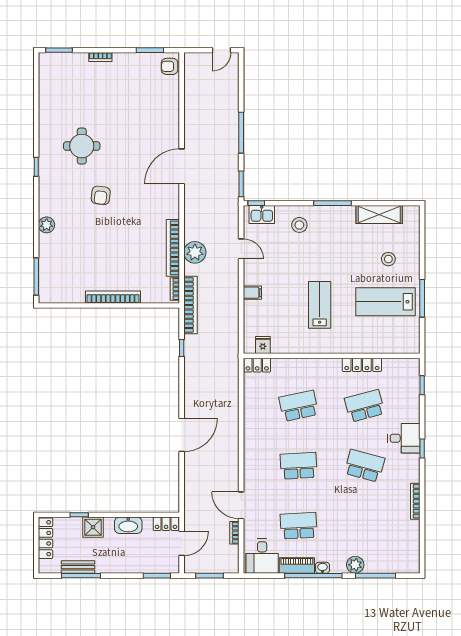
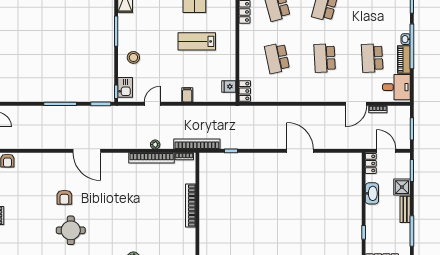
armchair: (101, 195) -> (64, 197), moved, turned 83
plant: (195, 252) -> (155, 145), width x0.53, depth x0.53
shower: (93, 527) -> (402, 187), moved
plant: (355, 565) -> (403, 13), removed
bench: (78, 567) -> (405, 209), moved

